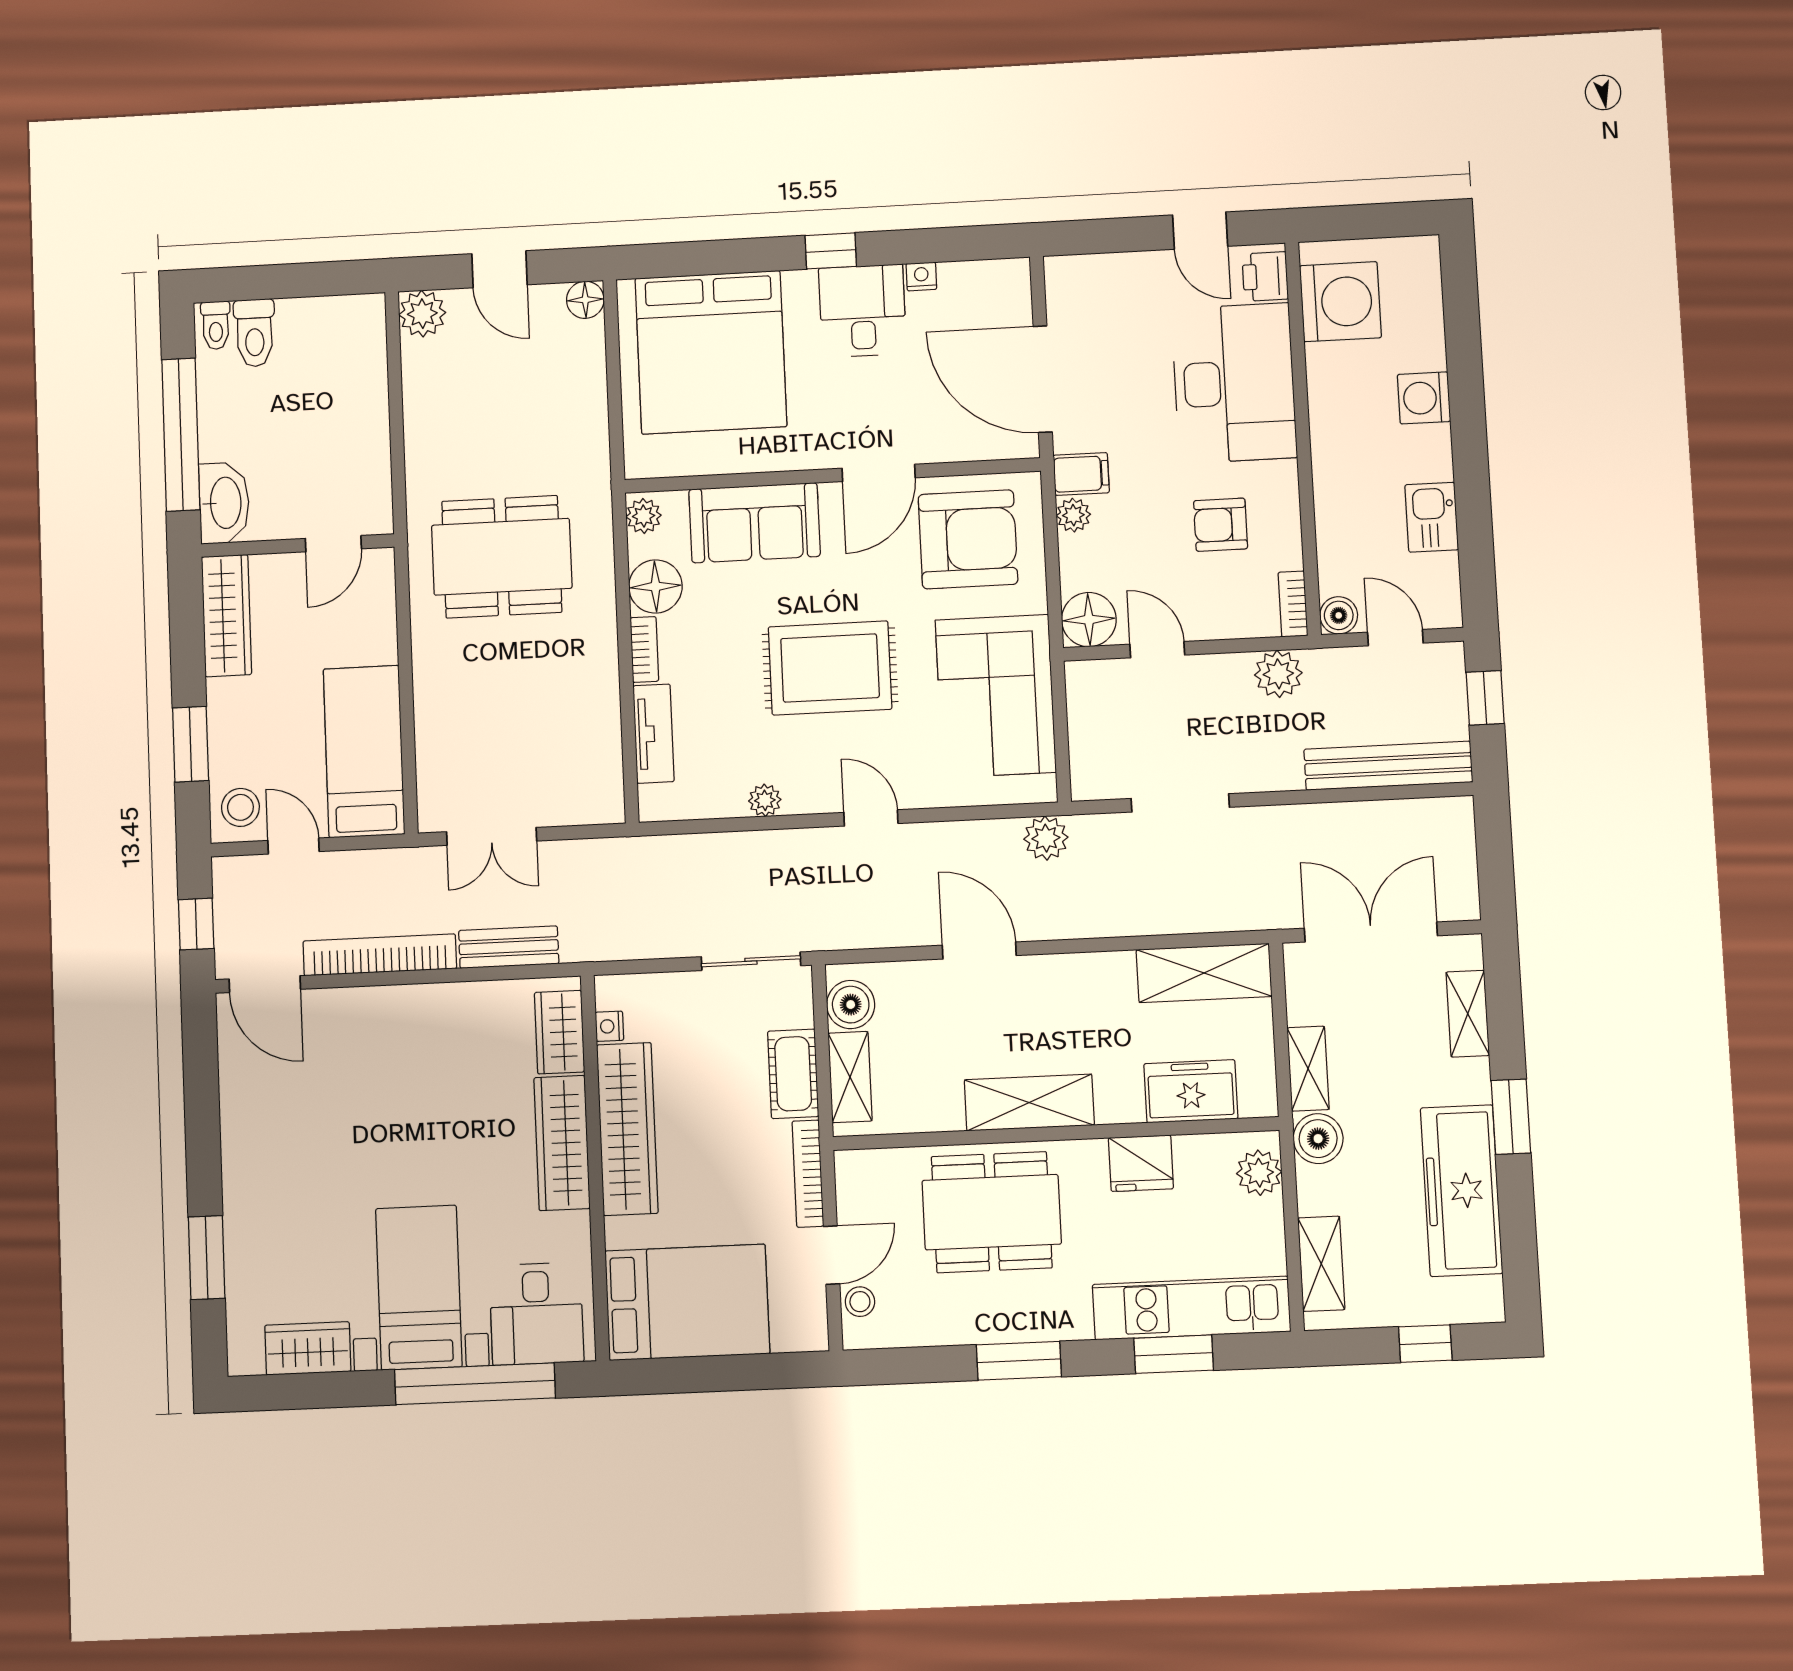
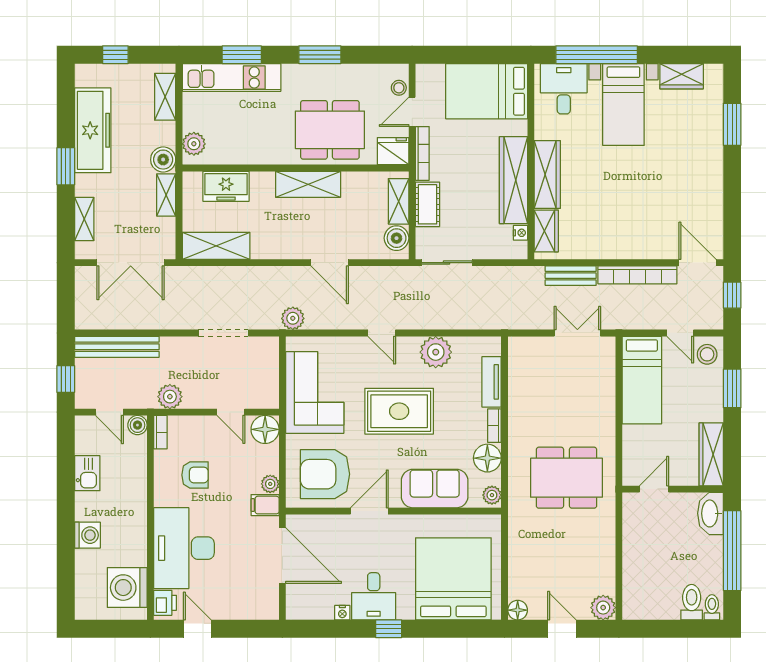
plant: (765, 800) -> (436, 352), width x1.88, depth x1.88
fridge: (1141, 1163) -> (393, 151), moved

